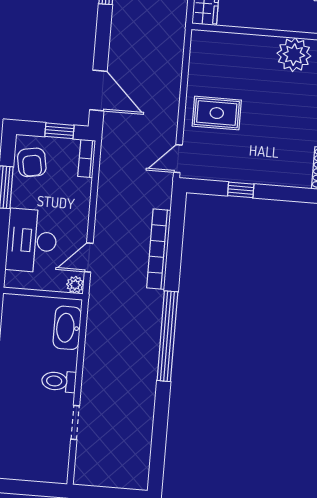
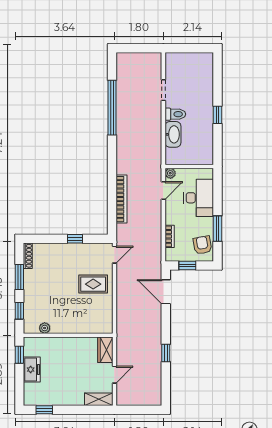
plant: (294, 55) -> (45, 328), width x0.53, depth x0.53
bookcase: (87, 158) -> (170, 236), moved
washbasin: (67, 328) -> (173, 134), moved
window: (167, 336) -> (112, 108), moved

